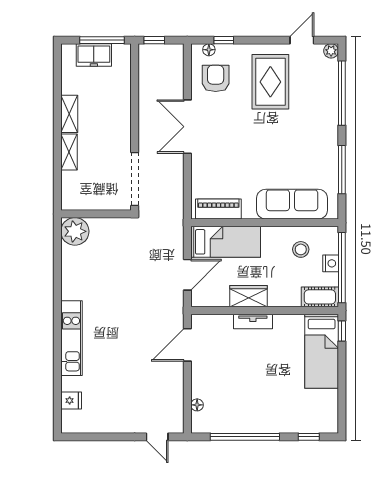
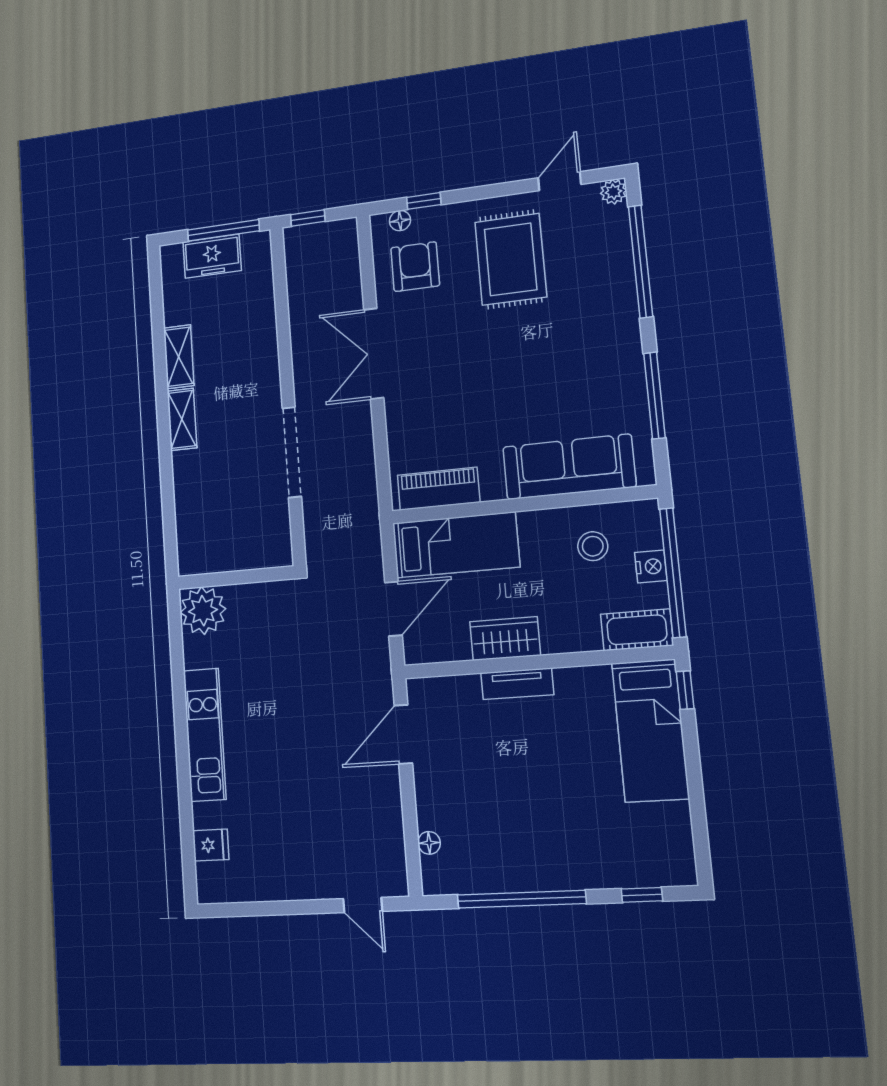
wall: (96, 214) -> (236, 578), moved
plant: (75, 231) -> (203, 611), moved

